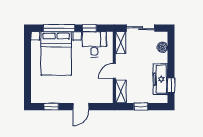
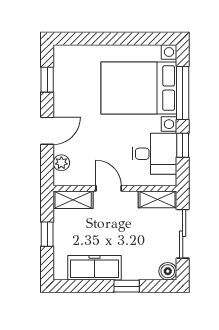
boiler: (162, 47) -> (168, 271), moved
window: (171, 85) -> (127, 286), moved
plant: (99, 98) -> (61, 163), added
door: (81, 107) -> (47, 131), swing flipped

